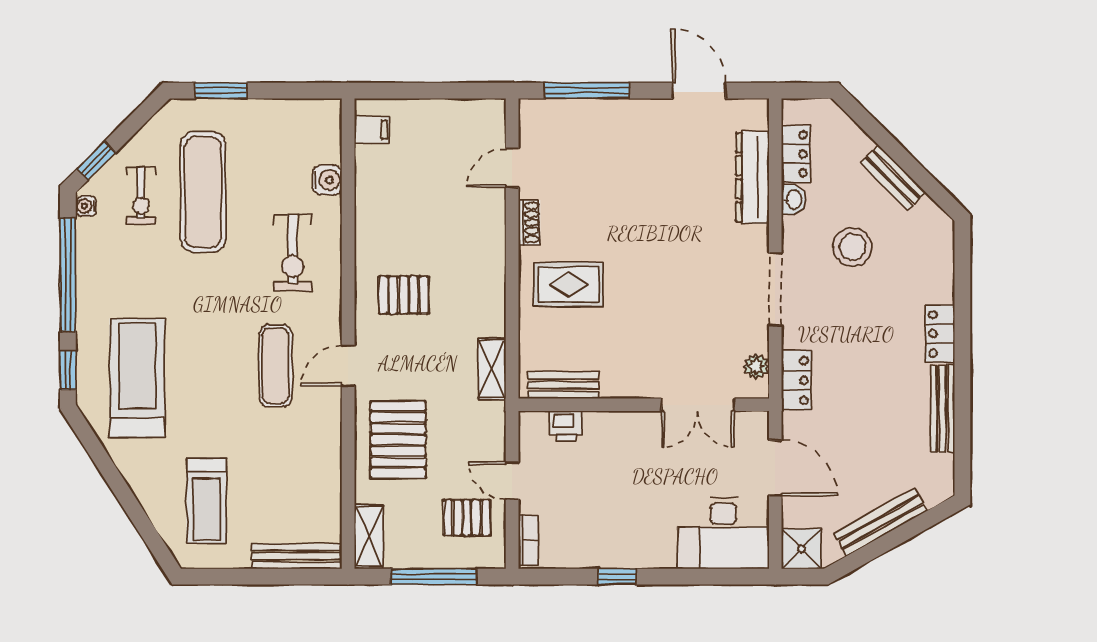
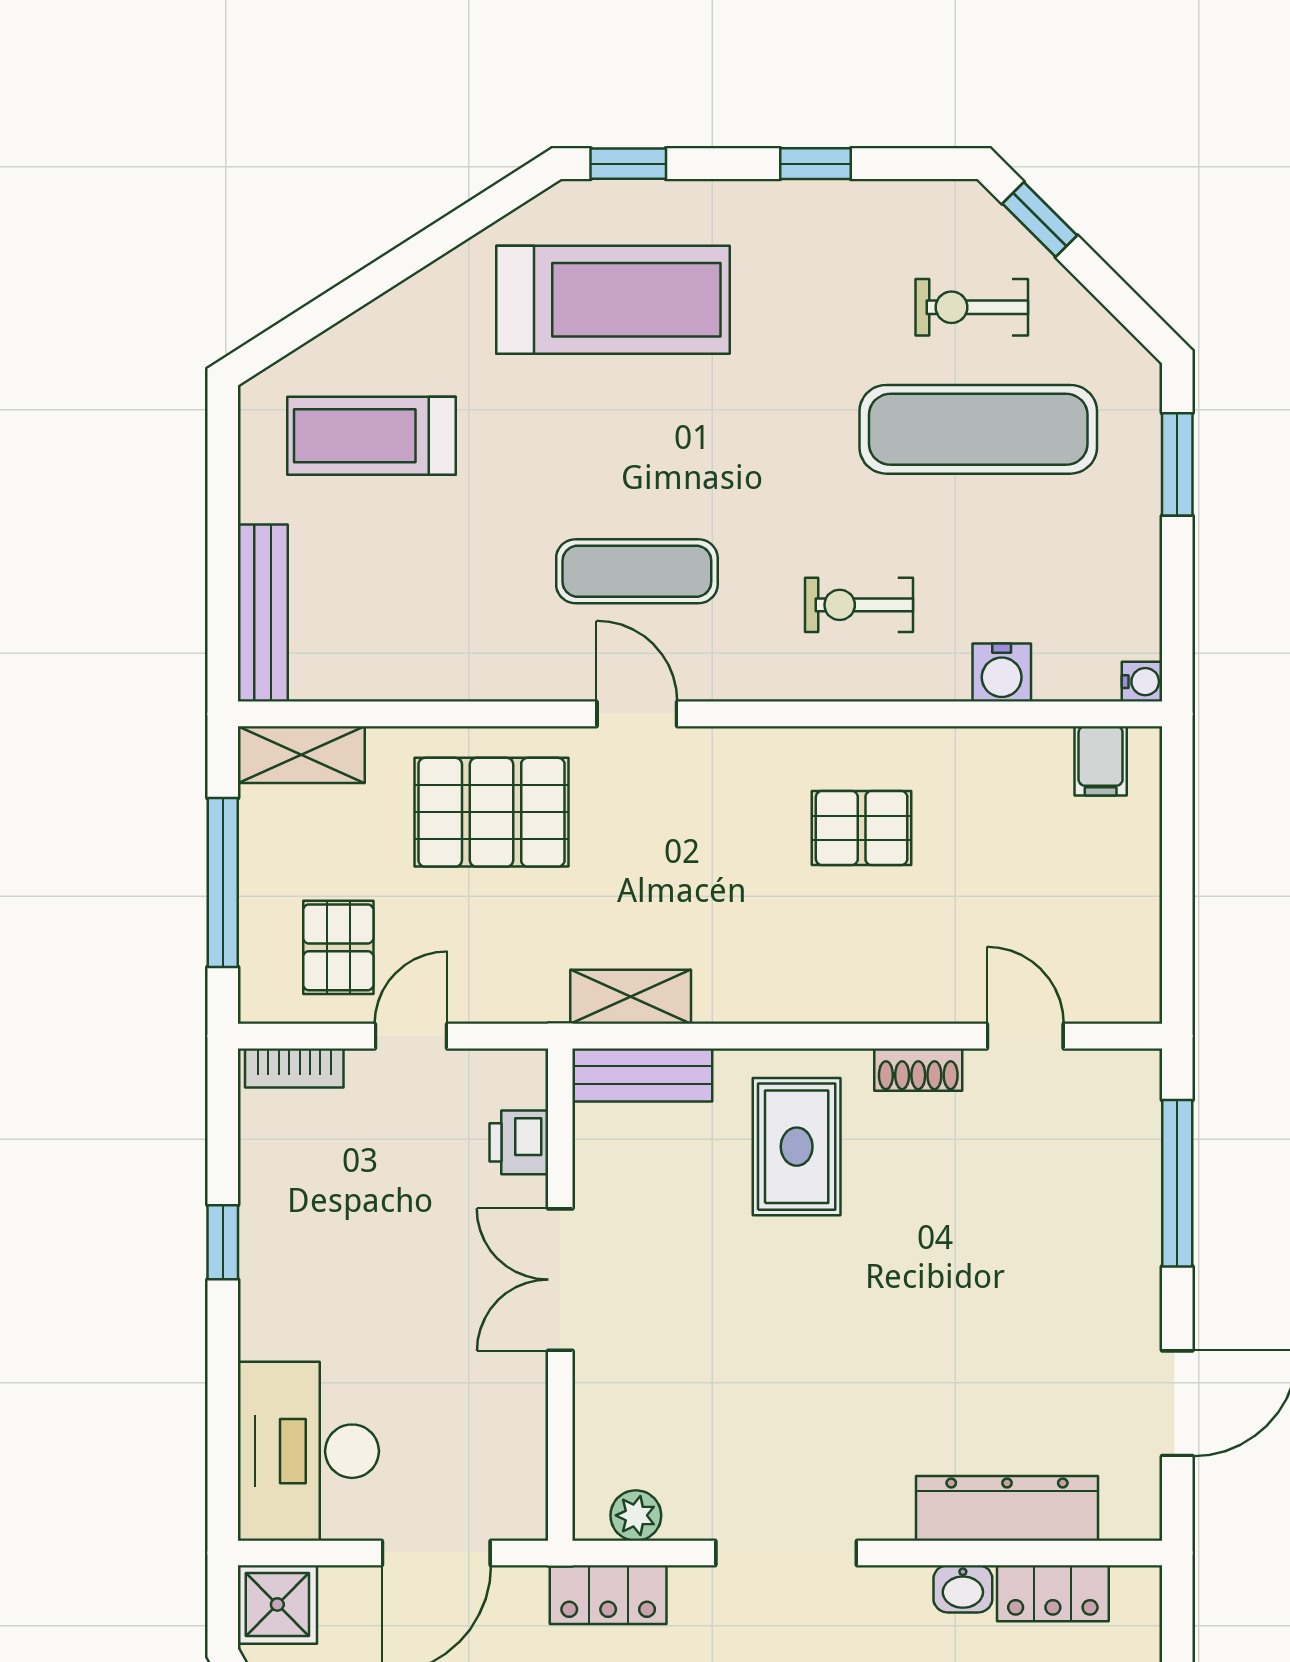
water cooler: (86, 206) -> (1142, 682), moved, turned 90
exercise bike: (293, 253) -> (859, 605), width x0.73, depth x0.72
window: (68, 275) -> (816, 164), width x0.32
pallet: (404, 295) -> (862, 828), moved, turned 90
bench: (563, 385) -> (642, 1075), moved, turned 90
double door: (698, 405) -> (560, 1280), moved

